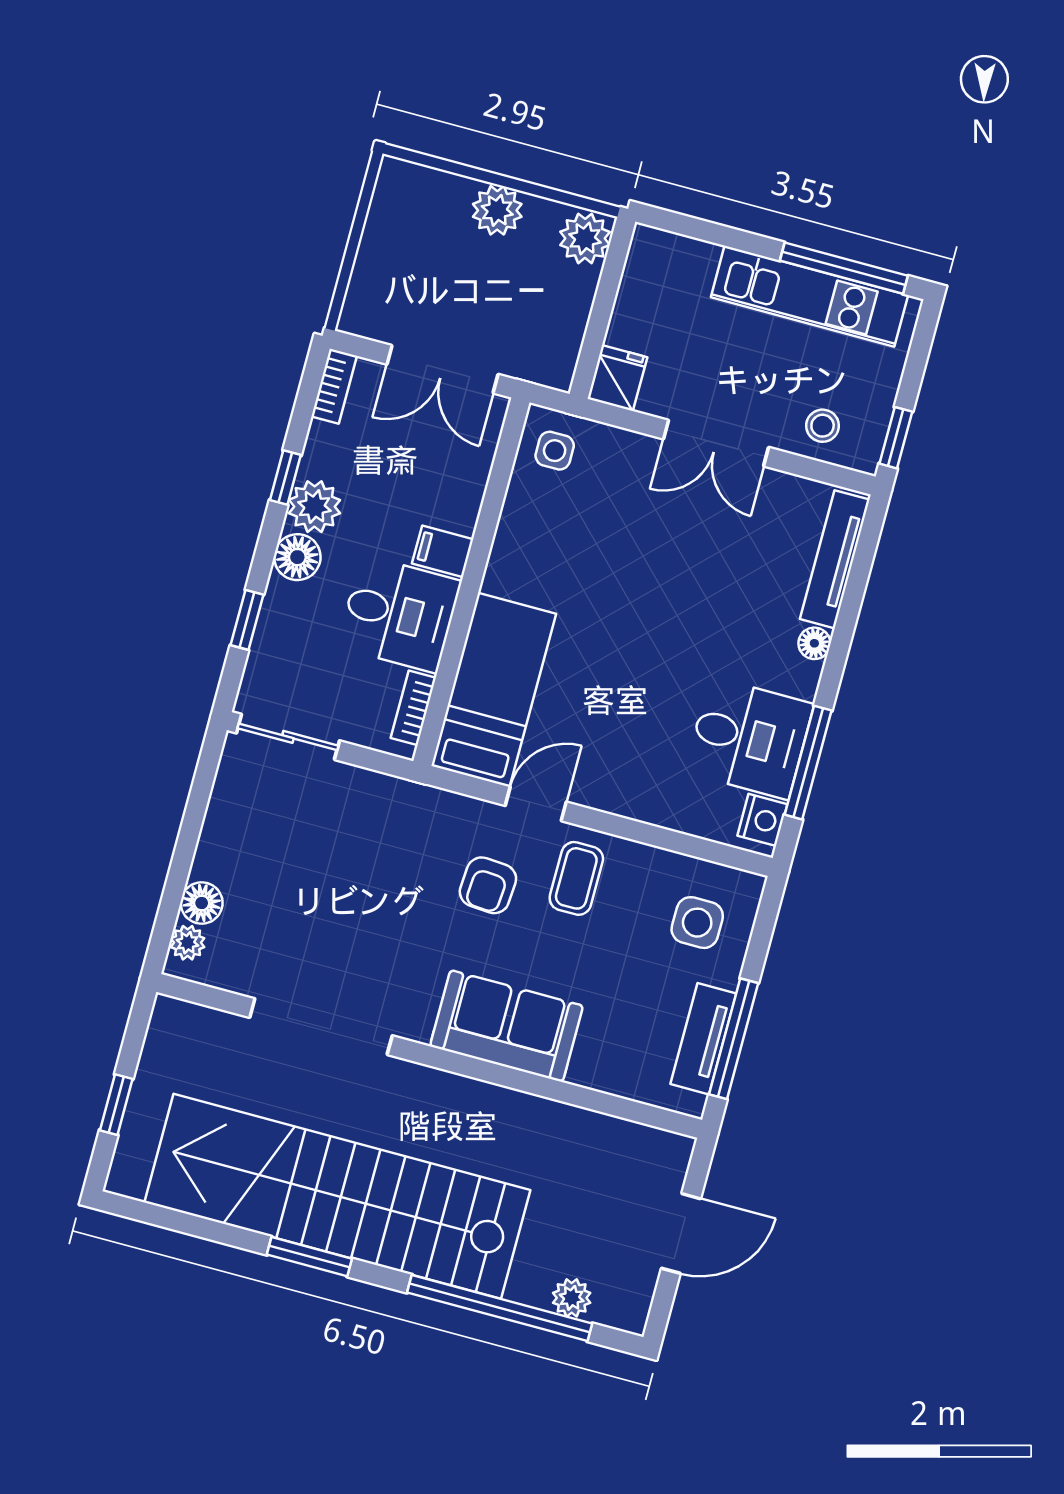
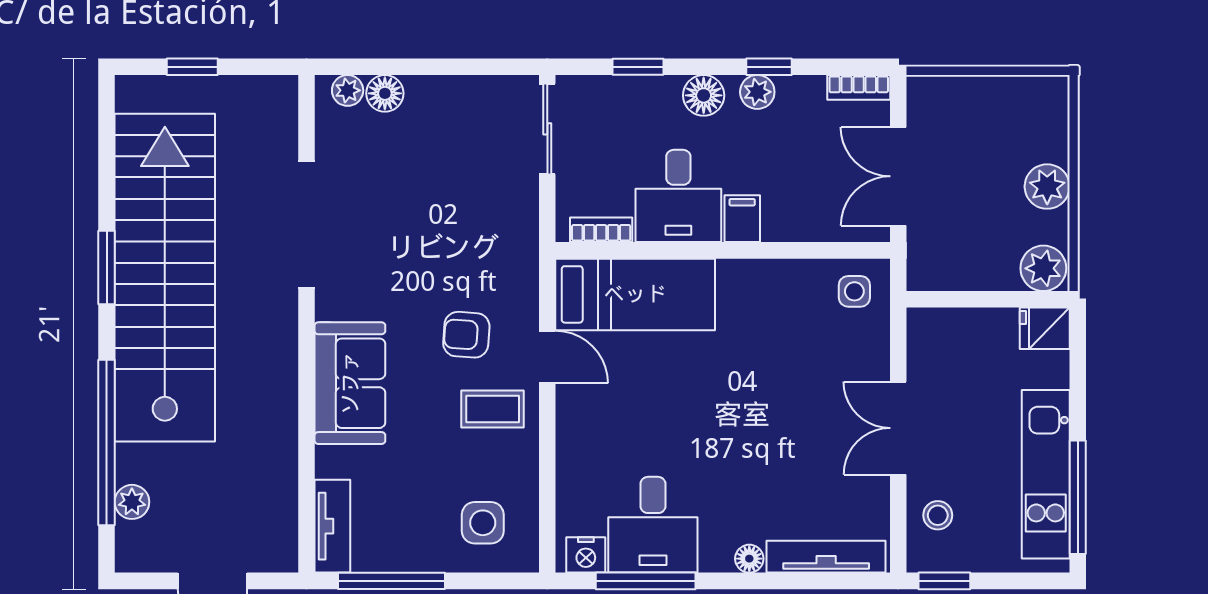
fridge: (617, 378) -> (1045, 328), moved, turned 180
plant: (314, 507) -> (757, 92), width x0.73, depth x0.73
tv unit: (703, 1039) -> (332, 526), moved, turned 90

